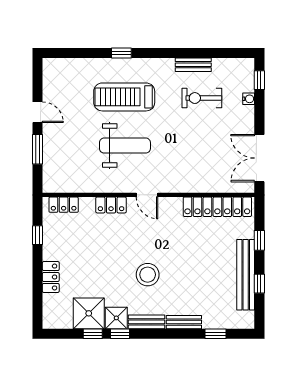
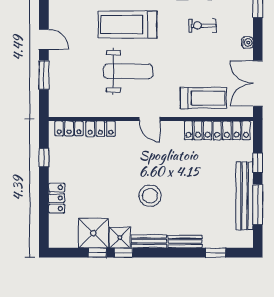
exercise bike: (202, 98) -> (202, 26), width x0.73, depth x0.72
water cooler: (249, 99) -> (247, 43), moved
treadmill: (203, 173) -> (204, 98), added
locker: (111, 205) -> (100, 129), moved
window: (259, 284) -> (258, 205), width x2.17

